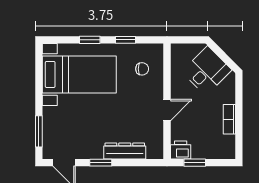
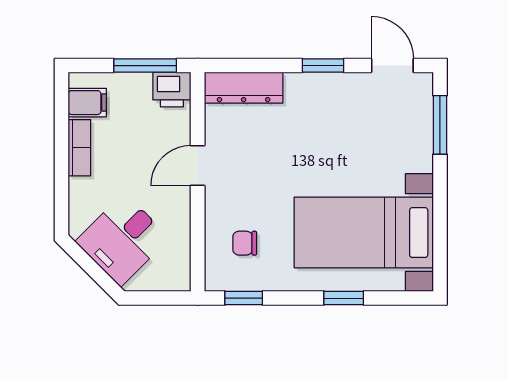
window: (125, 40) -> (244, 298), moved
filing cabinet: (225, 143) -> (87, 103), added
dresser: (125, 151) -> (244, 88), moved
window: (195, 163) -> (145, 66), width x1.50

